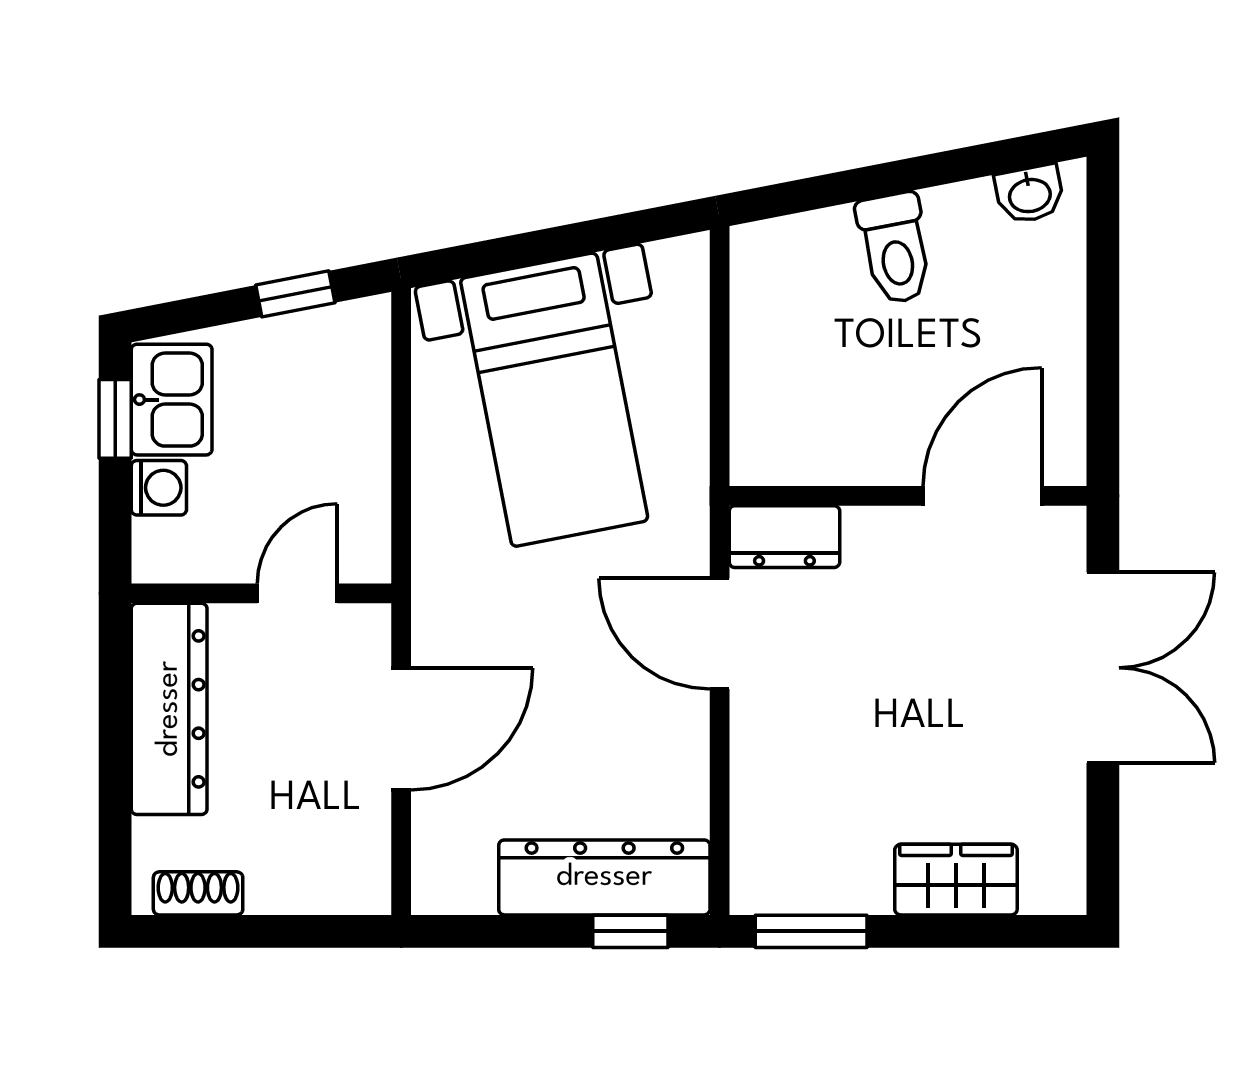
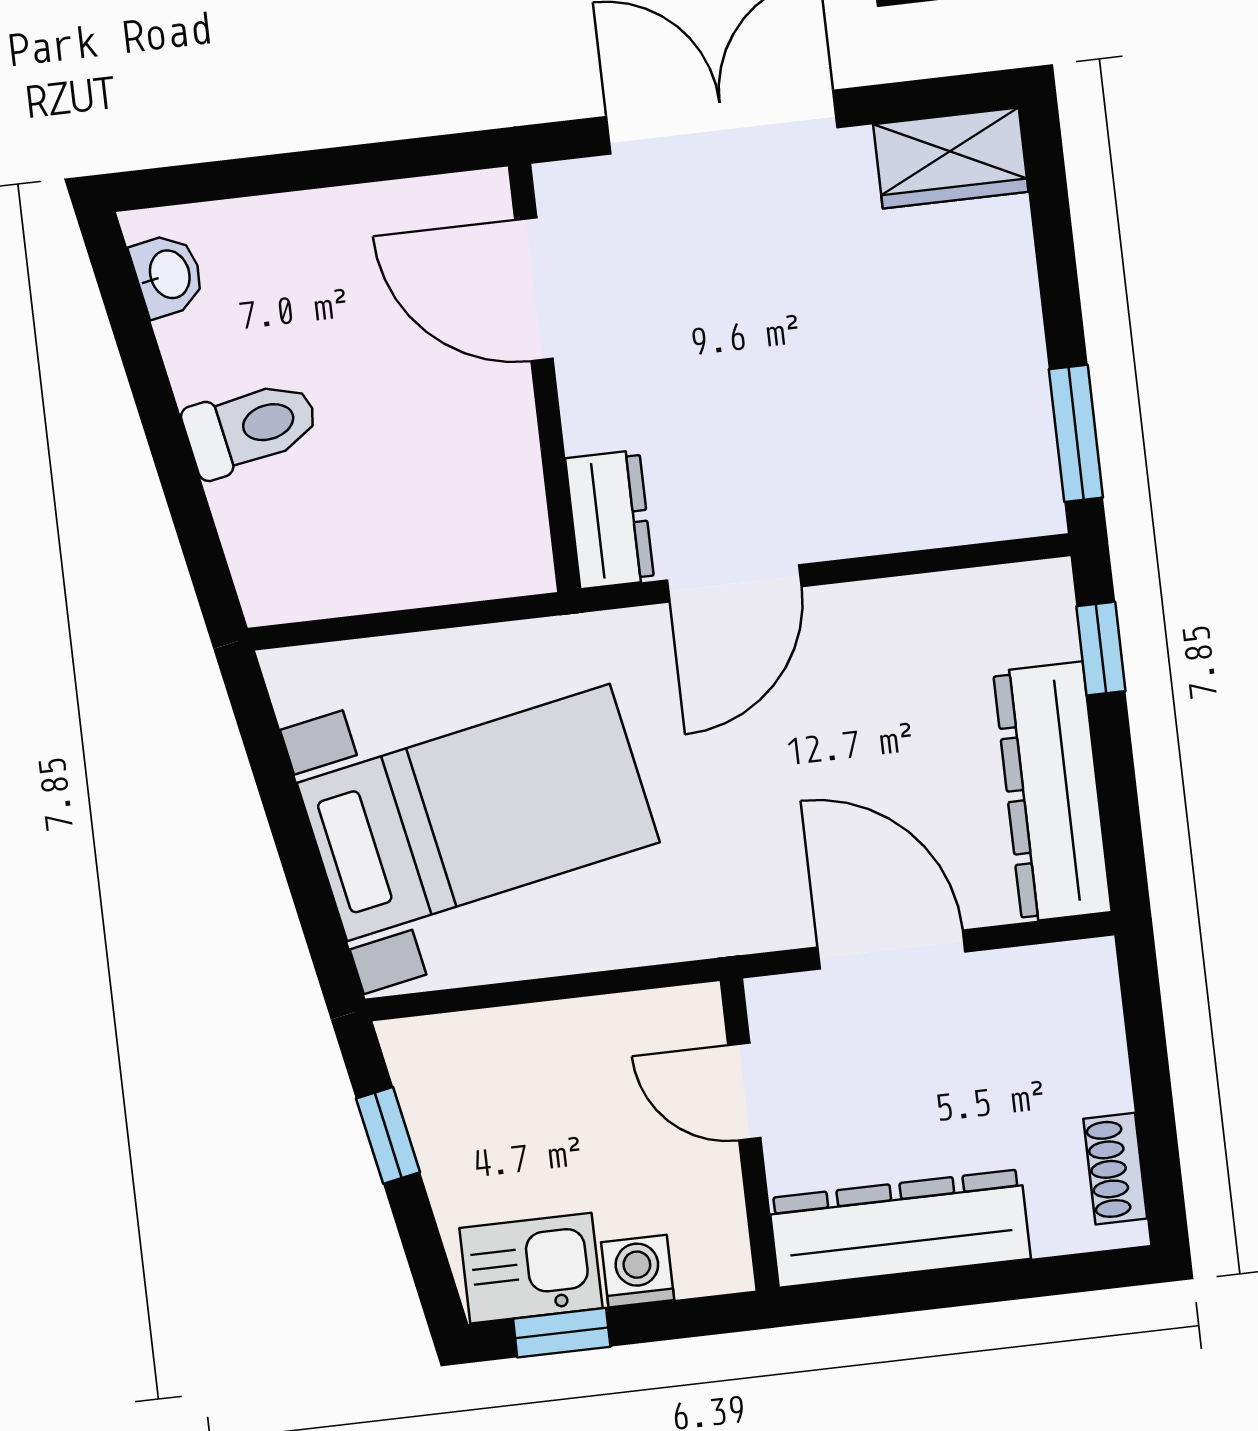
dresser: (604, 877) -> (1052, 792), moved
wardrobe: (956, 880) -> (951, 158), moved, turned -90

